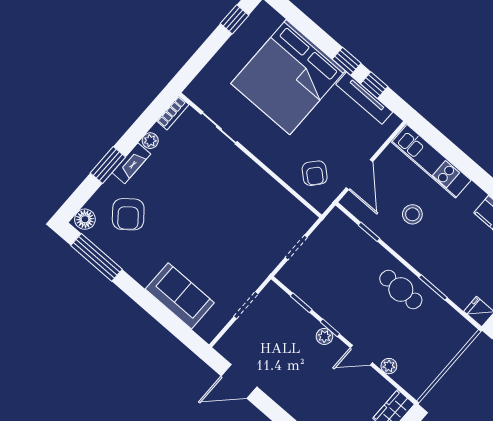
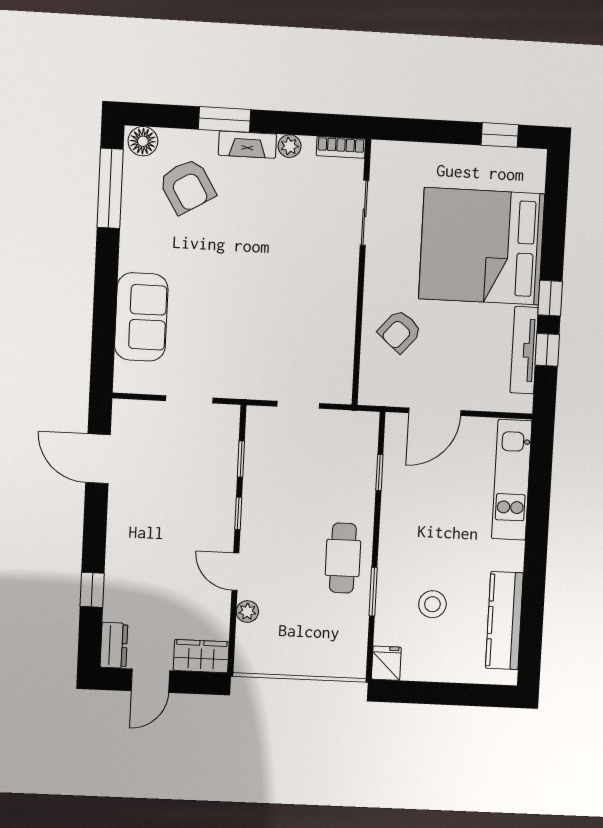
armchair: (315, 173) -> (400, 331), moved
armchair: (128, 214) -> (187, 186), turned -82
stool: (412, 214) -> (432, 604), moved
plant: (324, 336) -> (224, 514), removed

